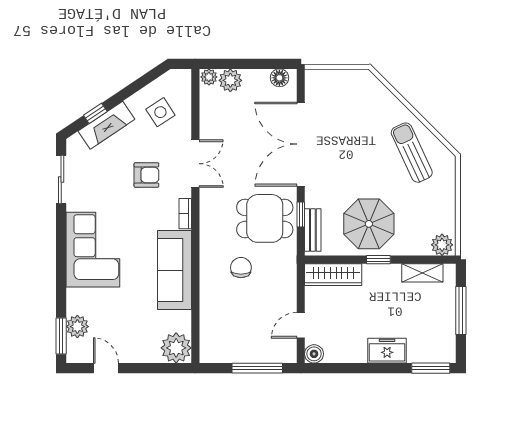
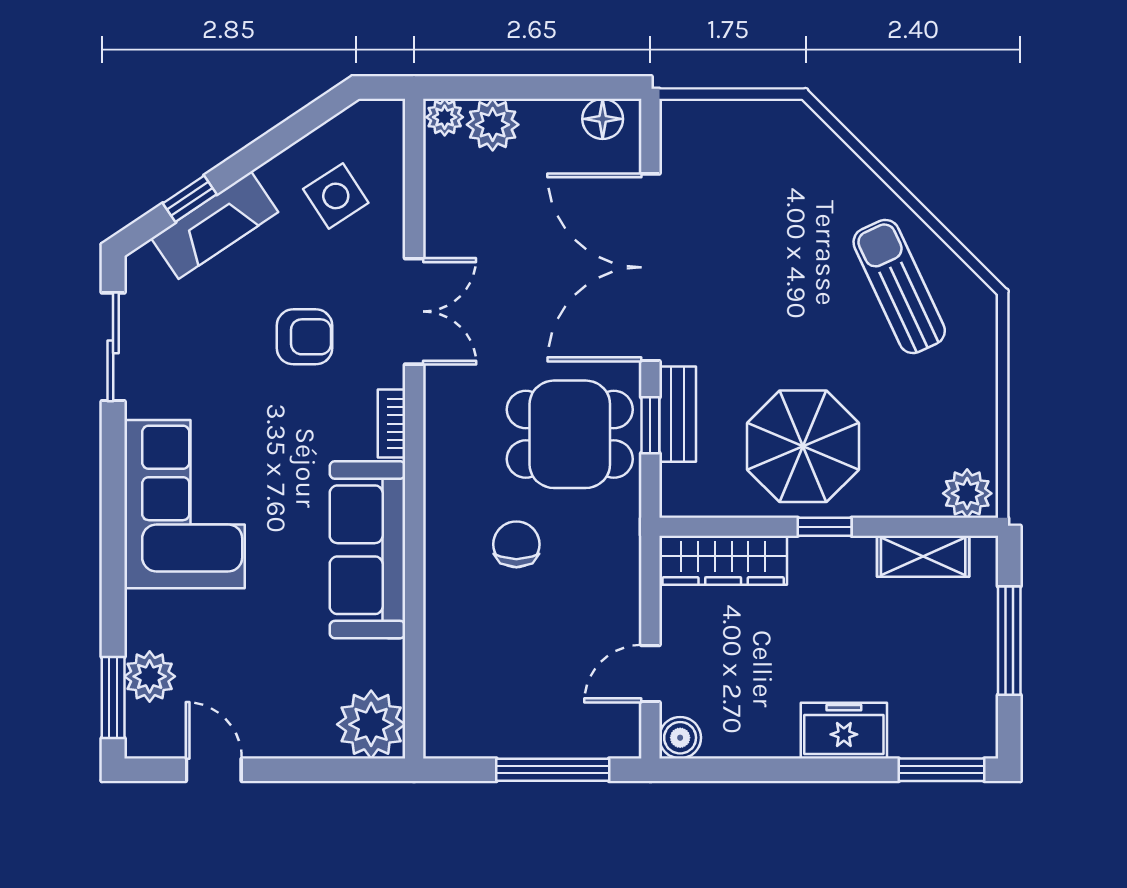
bench: (313, 230) -> (678, 414), moved

